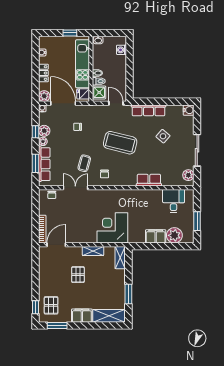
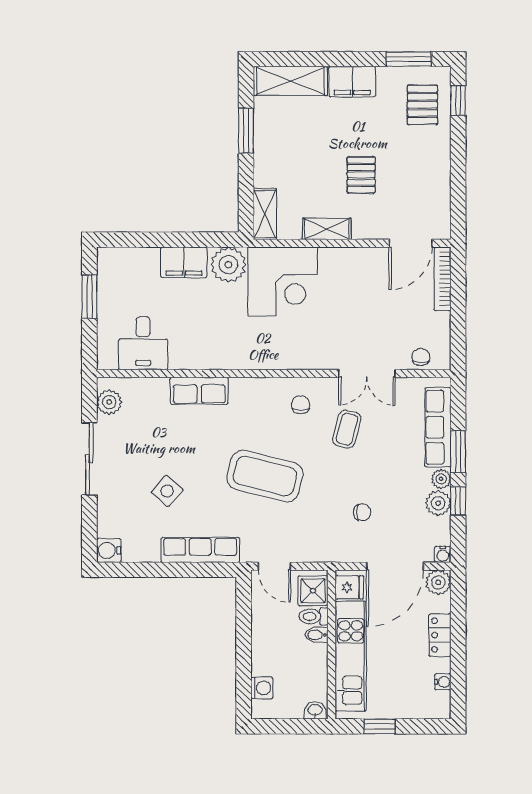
door: (63, 103) -> (395, 566), hinge flipped
window: (35, 163) -> (458, 452), moved
plant: (174, 235) -> (228, 265), moved

